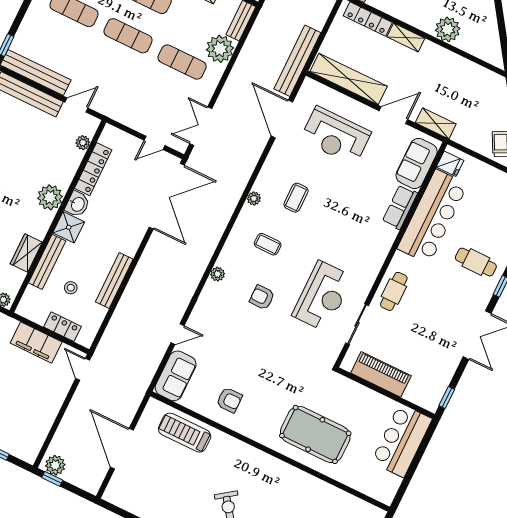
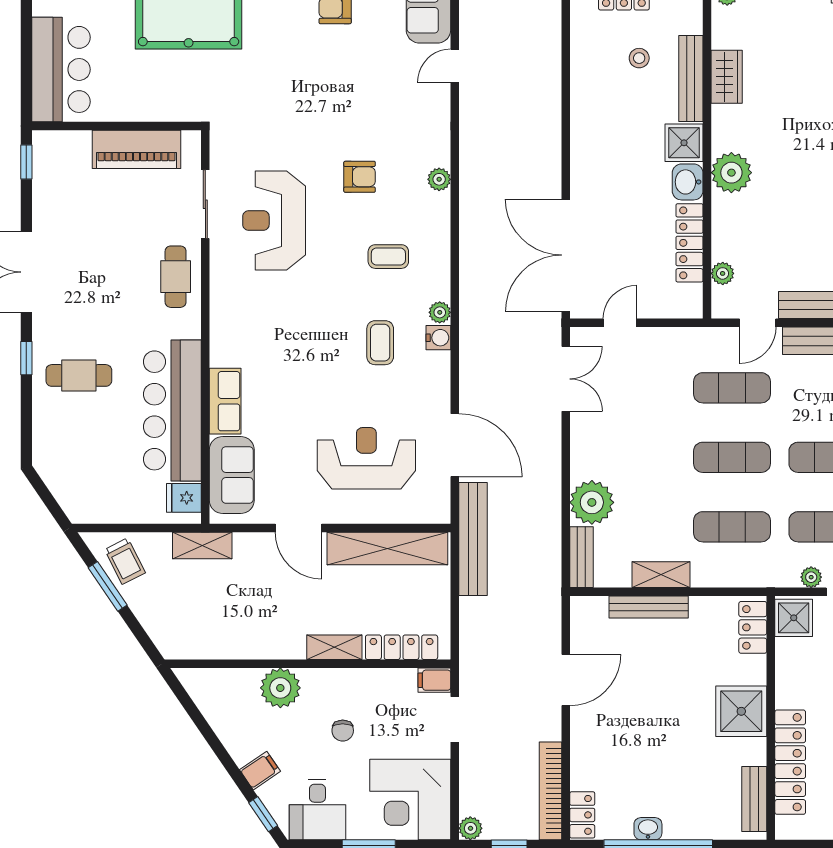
exercise mat: (182, 62) -> (732, 388), moved
door: (393, 115) -> (298, 528), hinge flipped
shelving: (436, 123) -> (202, 545), moved
water cooler: (262, 184) -> (438, 338), added
bench: (114, 281) -> (582, 98), removed

